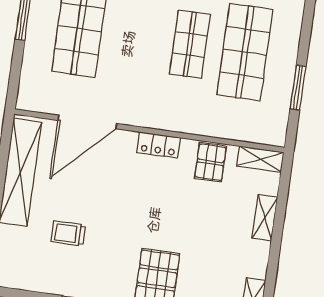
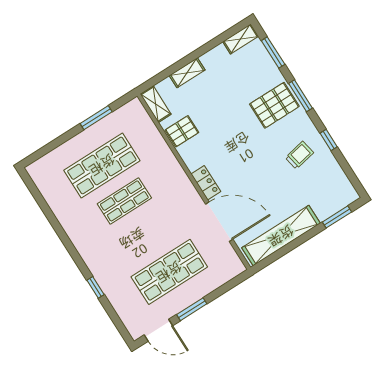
locker: (158, 145) -> (206, 183), moved
trolley: (68, 233) -> (299, 155), moved, turned -101

